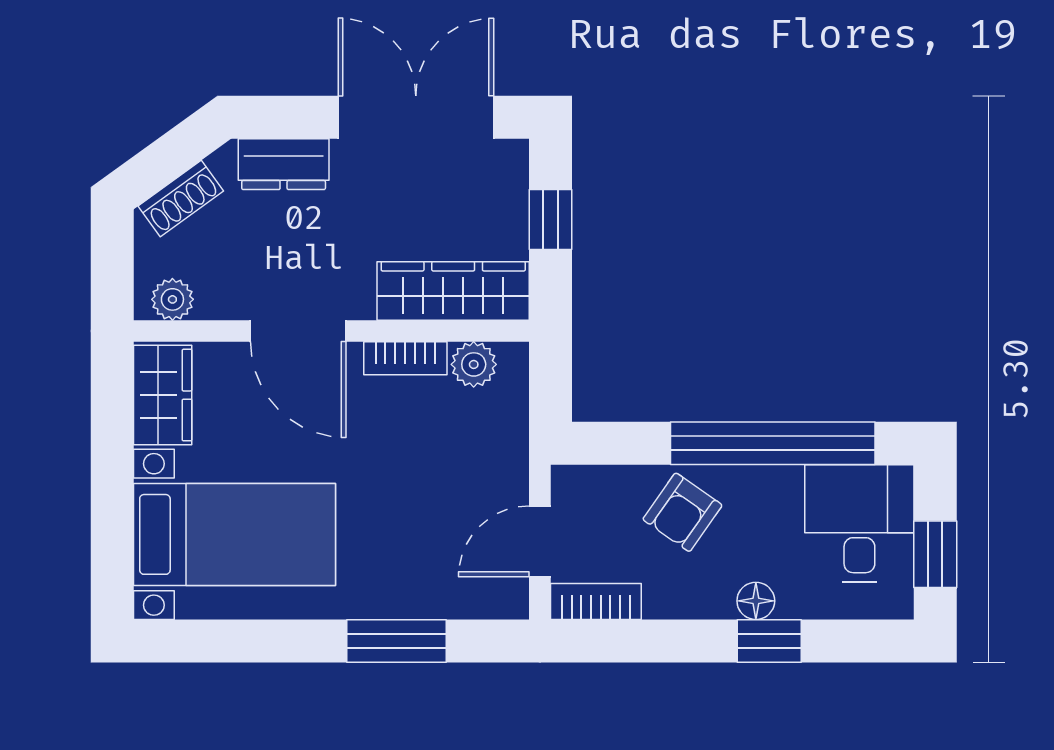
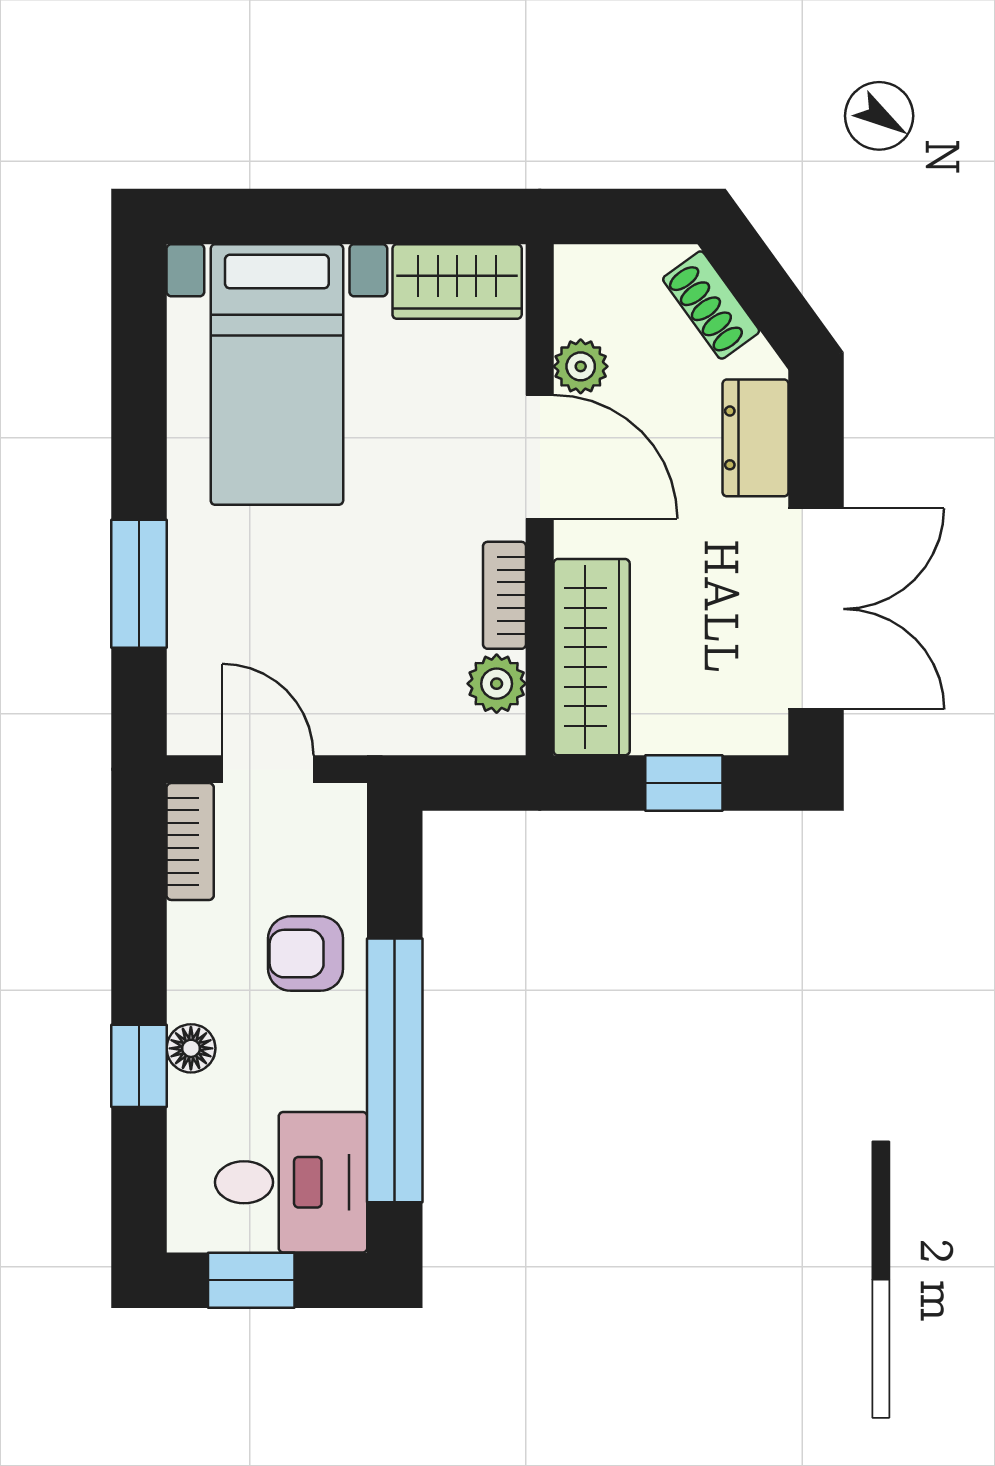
plant: (172, 299) -> (581, 366), moved
door: (298, 331) -> (540, 457), swing flipped
armchair: (682, 512) -> (306, 954), turned -35

